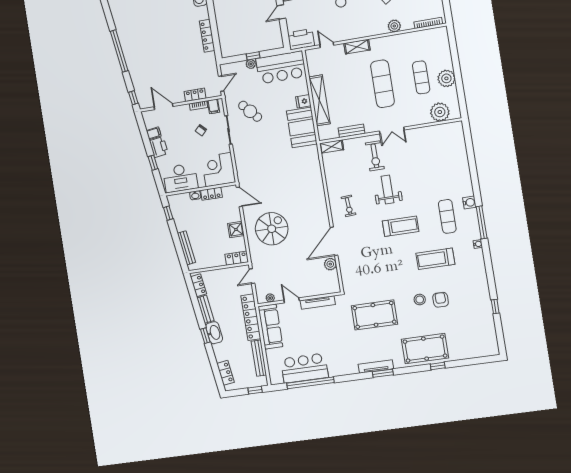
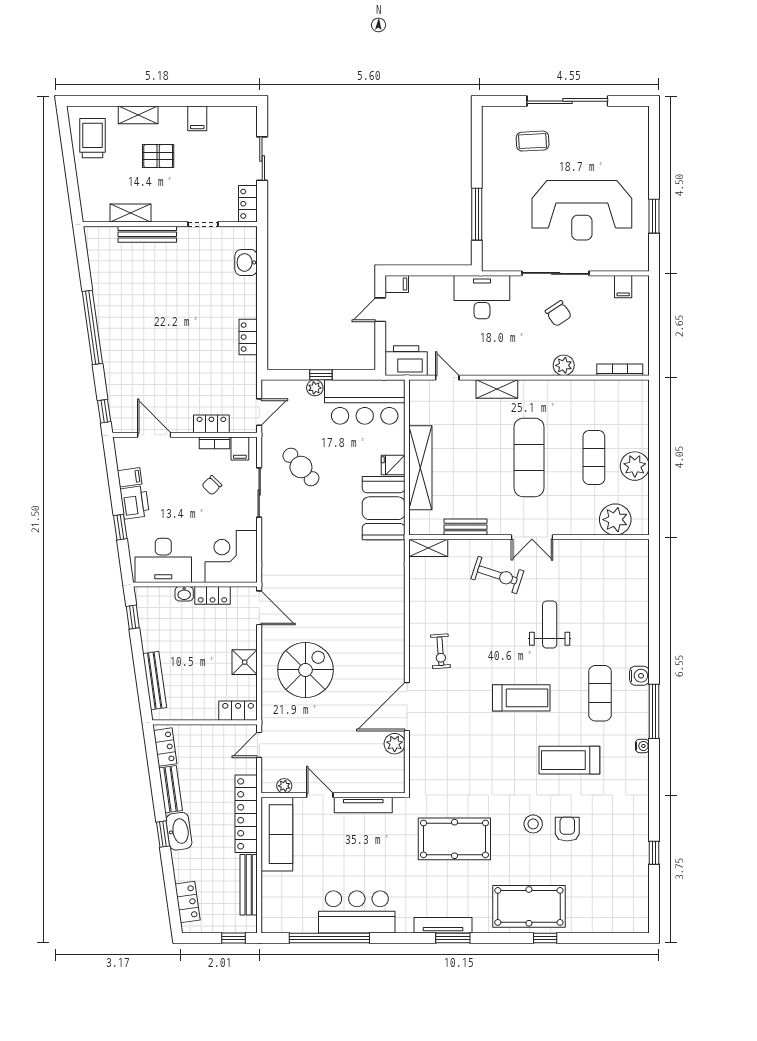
locker: (207, 36) -> (248, 337), width x0.66
exercise bike: (375, 156) -> (497, 575), turned -72
weight bench: (387, 189) -> (550, 625), moved
bar counter: (304, 368) -> (357, 912), moved

